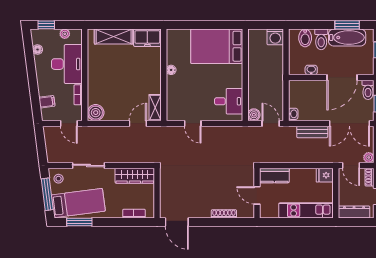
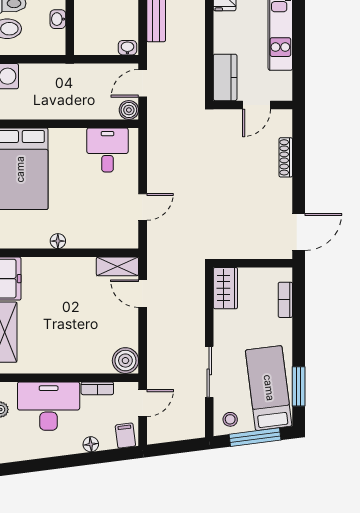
floor lamp: (38, 49) -> (91, 444), moved
filing cabinet: (47, 102) -> (125, 436), moved
wardrobe: (135, 176) -> (225, 288), width x0.67

